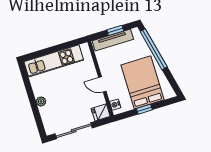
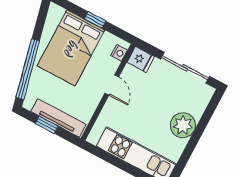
plant: (41, 101) -> (183, 125), width x1.88, depth x1.88

